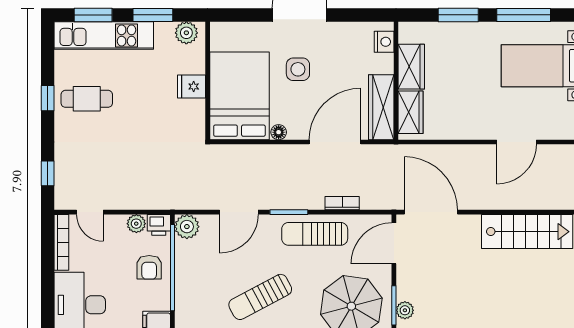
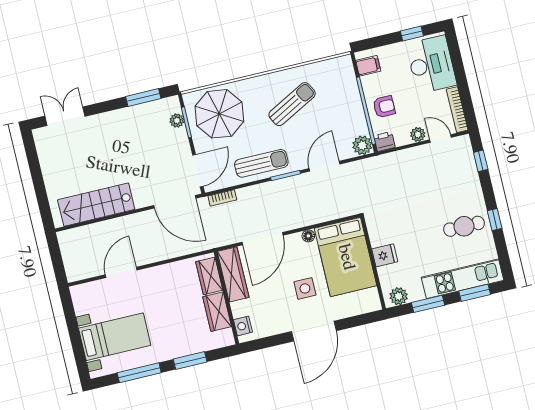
bookcase: (342, 203) -> (222, 198), moved
plant: (136, 224) -> (418, 134), moved
armchair: (149, 267) -> (384, 107), turned 90

